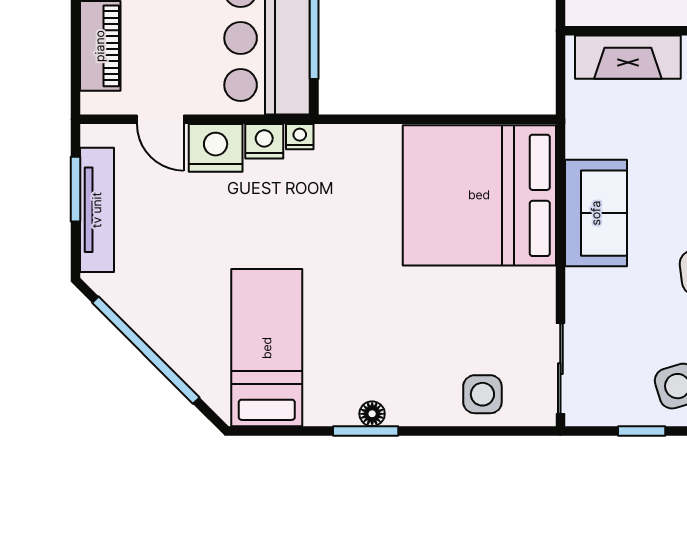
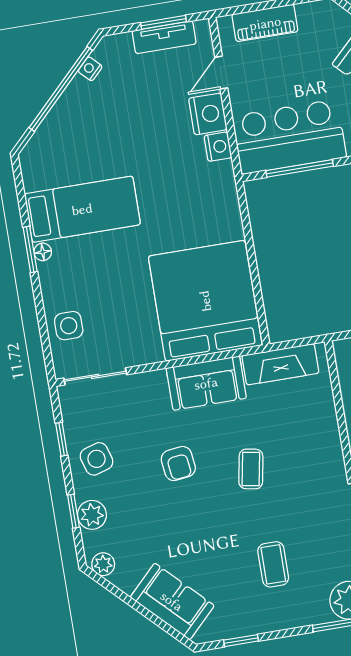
fireplace: (628, 57) -> (280, 364), moved, turned -90
nightstand: (300, 137) -> (90, 69), moved, turned -135
tv unit: (97, 210) -> (164, 37), width x0.71
bed: (267, 348) -> (82, 209), moved

